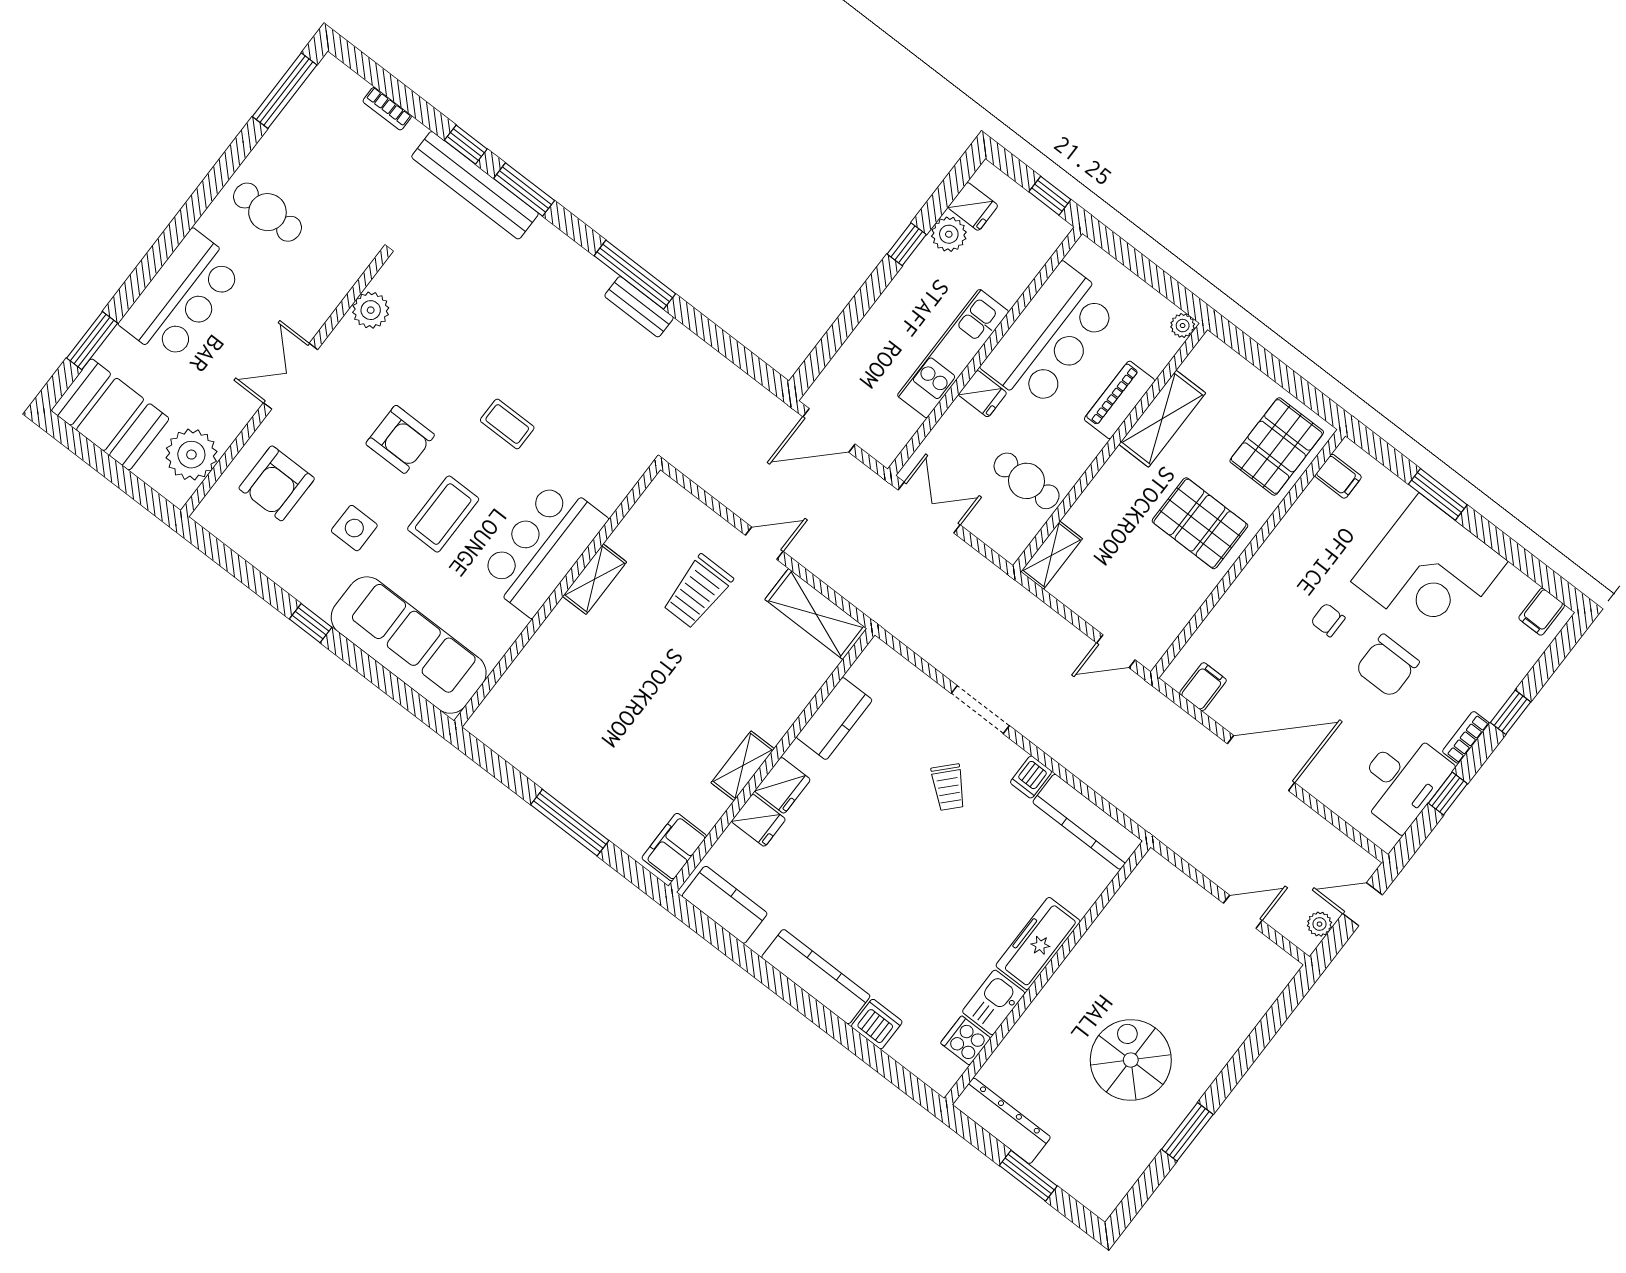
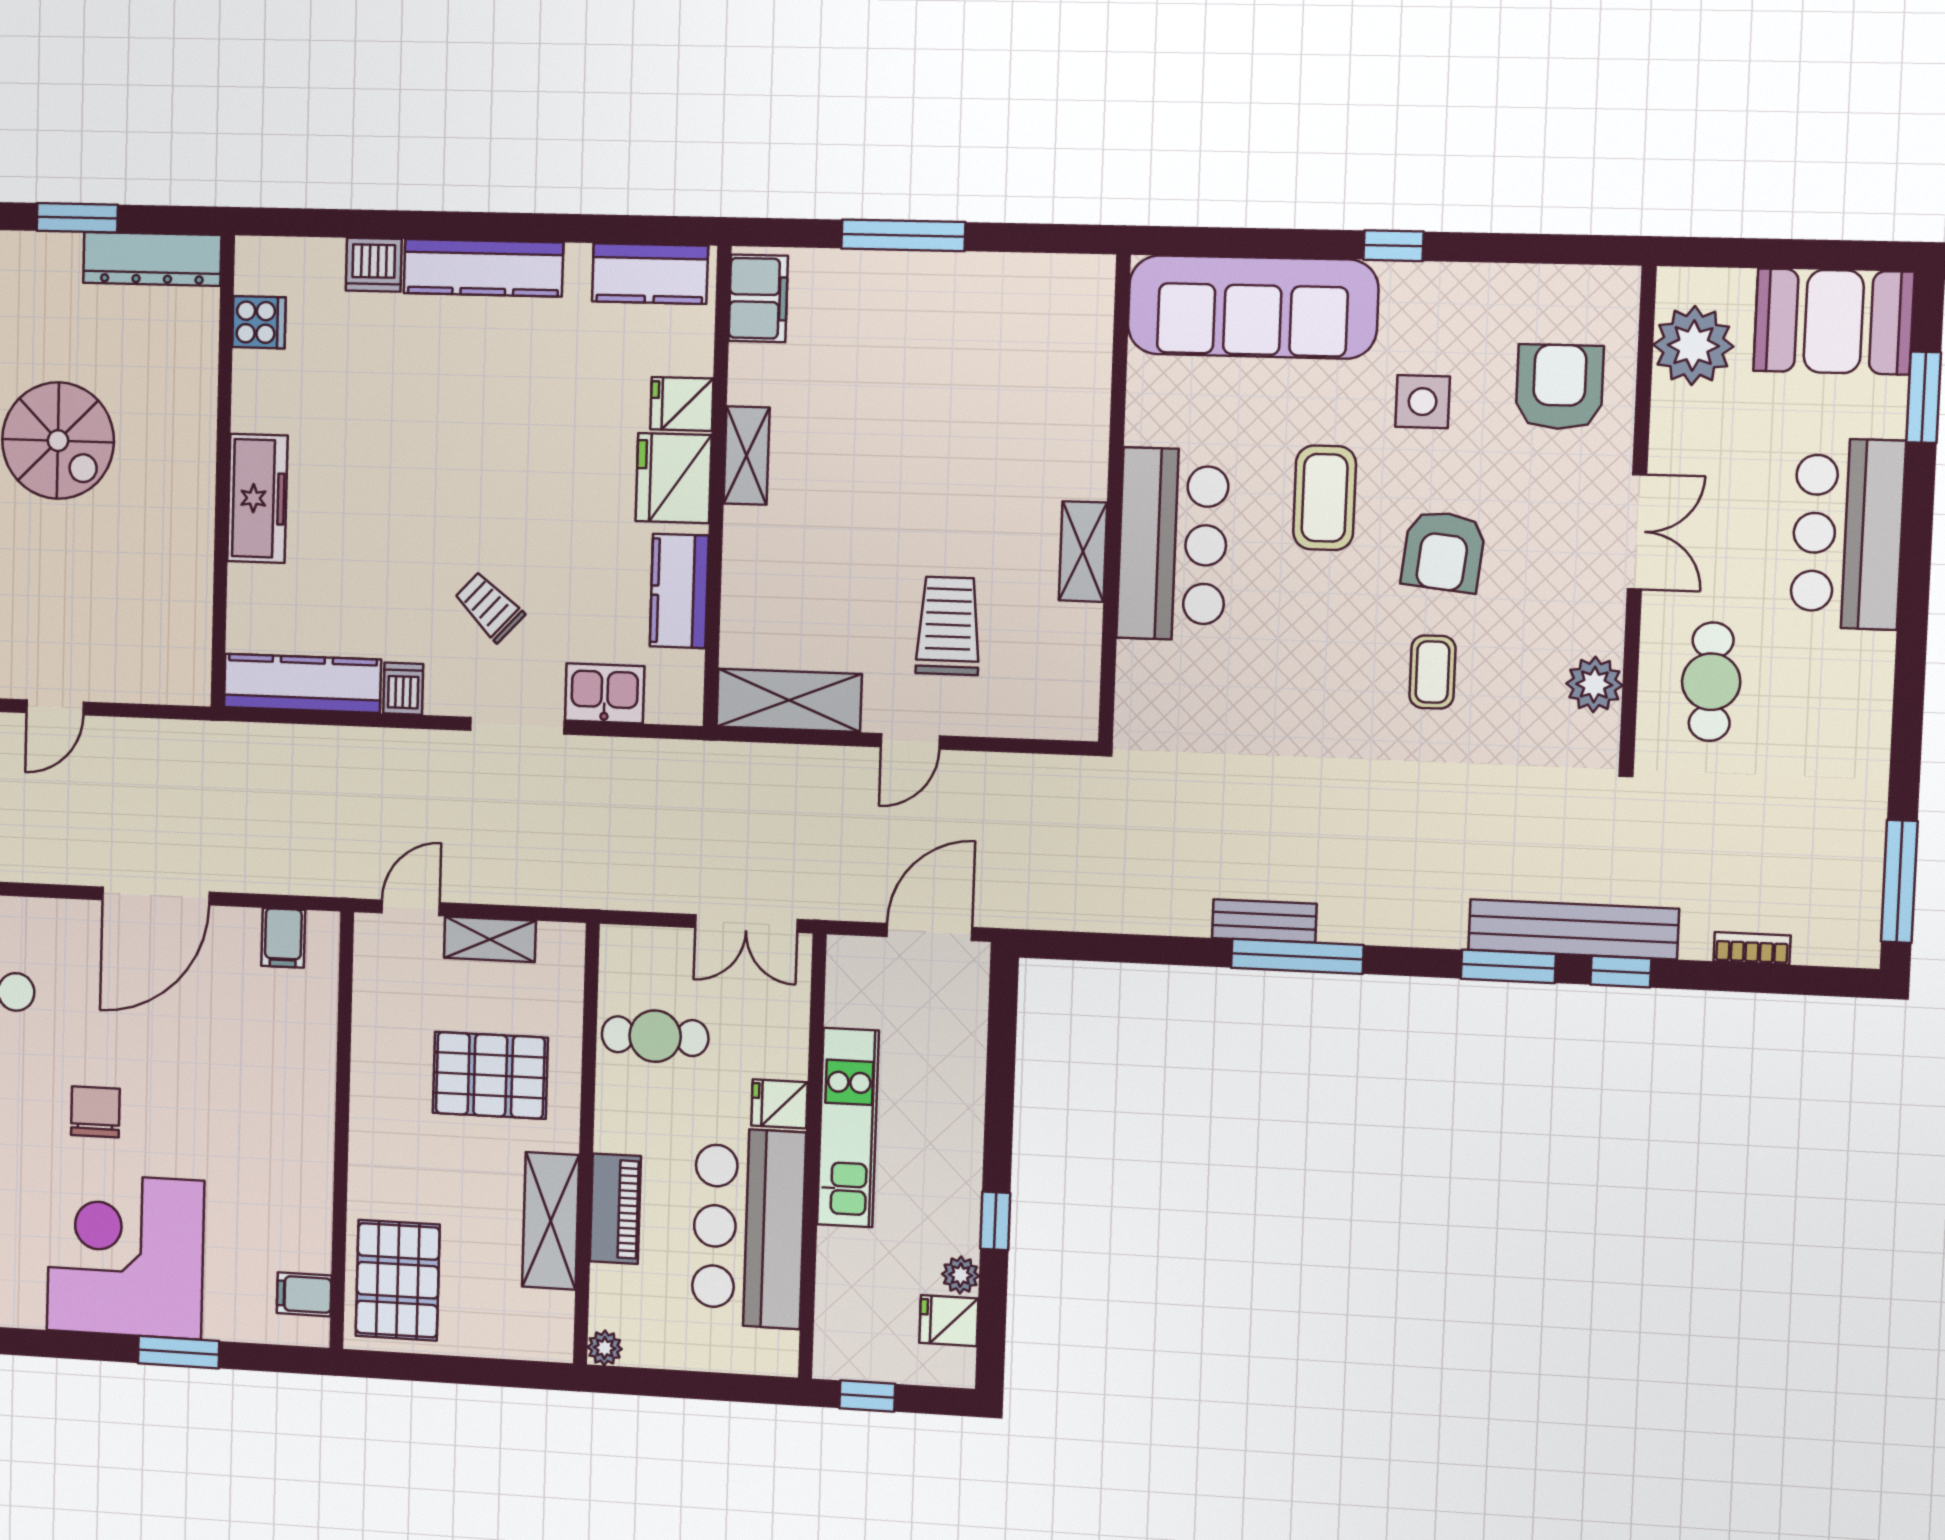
cafe table: (267, 212) -> (1711, 682), moved, turned 90
plant: (949, 234) -> (961, 1275), width x0.73, depth x0.73
coffee table: (507, 424) -> (1432, 672), moved, turned 90
armchair: (400, 439) -> (1443, 551), turned -84
pallet: (1200, 523) -> (490, 1075), moved
shelving: (1052, 555) -> (490, 939), moved, turned 90
chair: (1328, 620) -> (198, 1118), removed
chair: (1387, 666) -> (95, 1112), width x0.73, depth x0.73
fridge: (782, 785) -> (674, 478), width x1.36, depth x1.34
kitchen sink: (994, 1002) -> (605, 693), moved, turned -90

